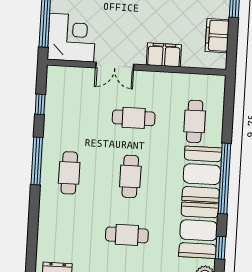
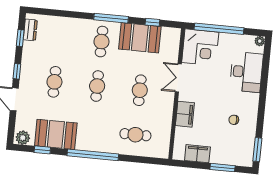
cafe table: (69, 173) -> (101, 42), turned 90
booth: (202, 174) -> (140, 38), moved
cafe table: (130, 176) -> (97, 86), turned 90

